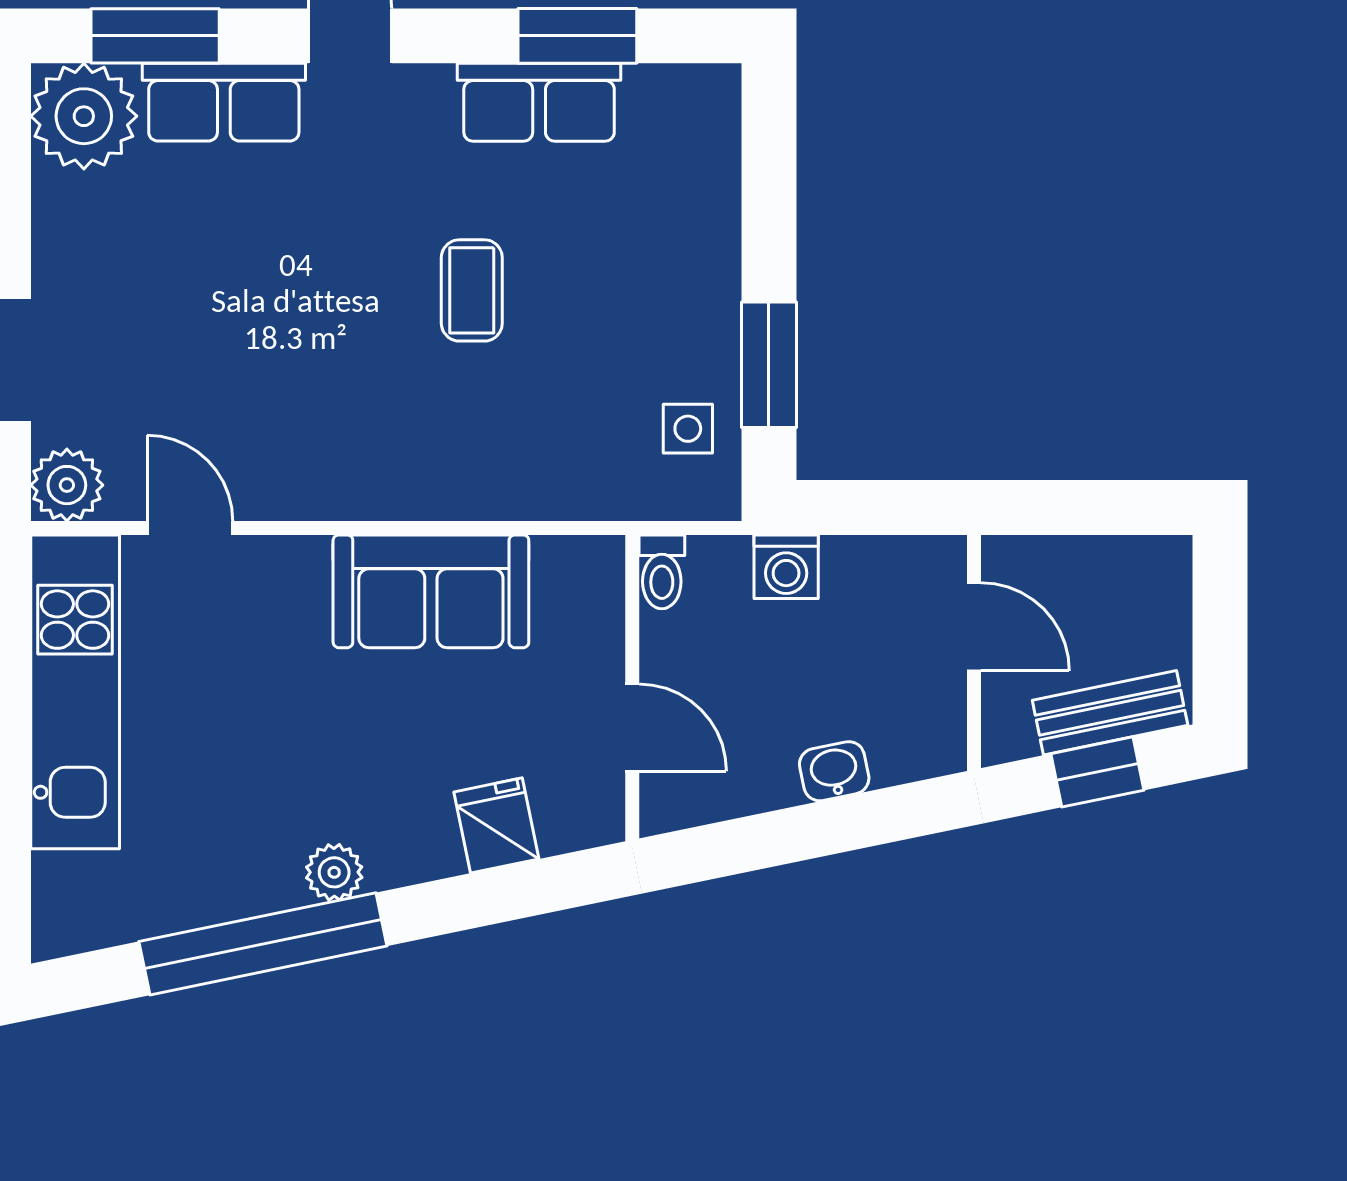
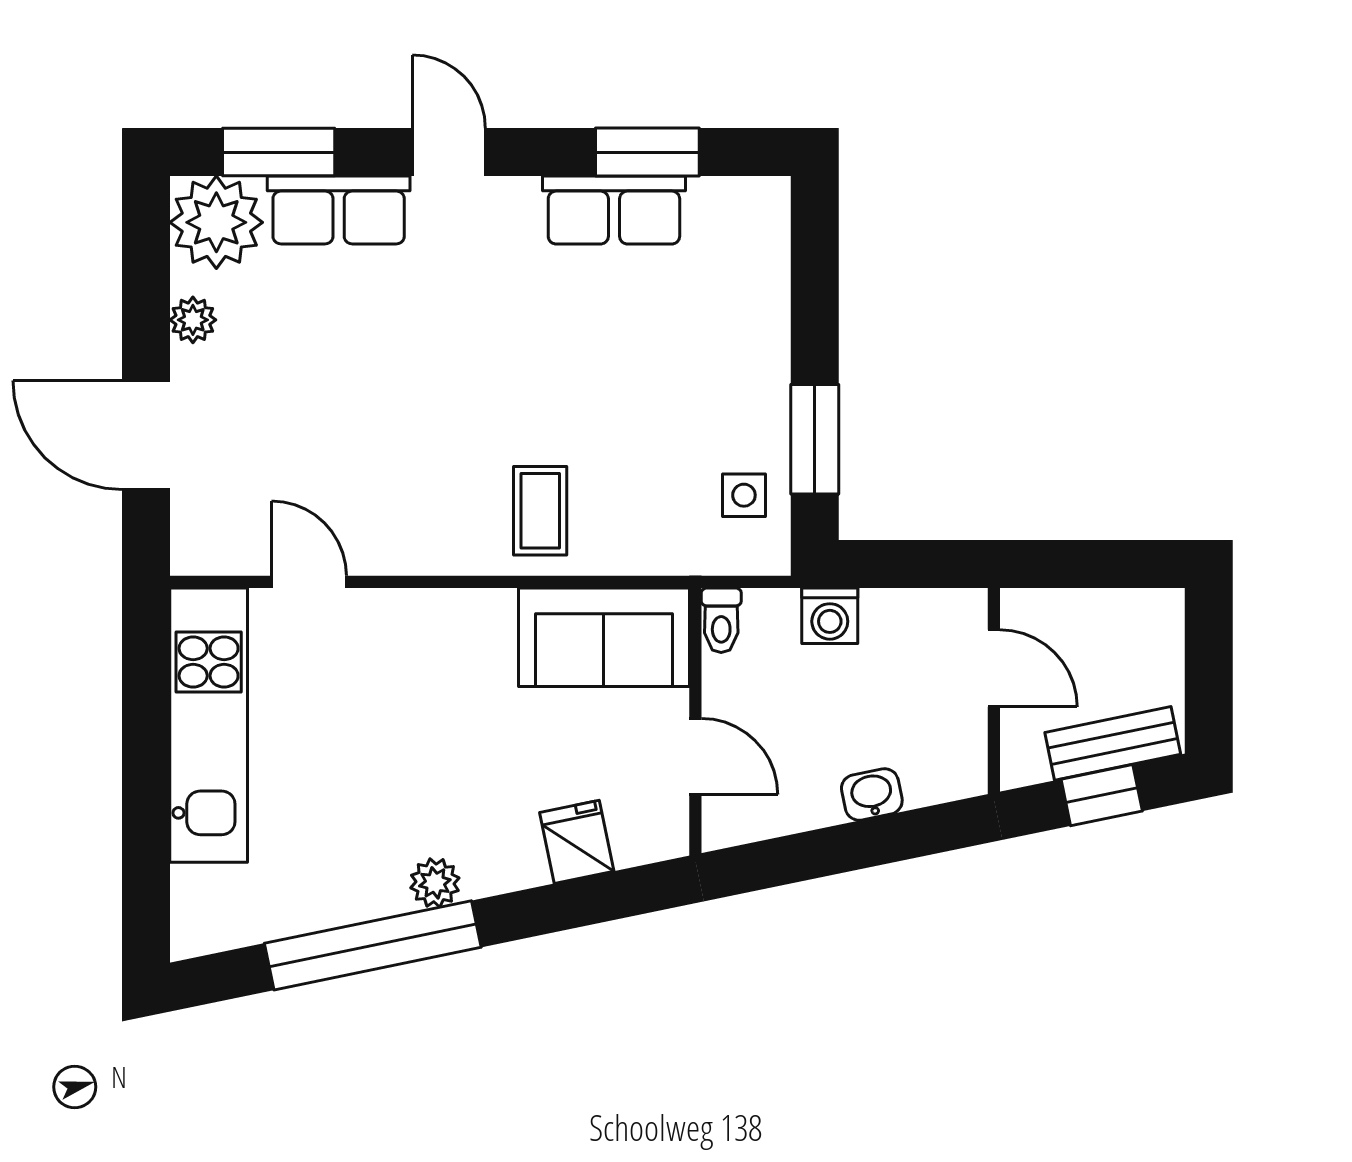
coffee table: (472, 290) -> (540, 511), moved
plant: (67, 485) -> (193, 320), moved, width x0.73, depth x0.73
sofa: (431, 591) -> (604, 637), moved

